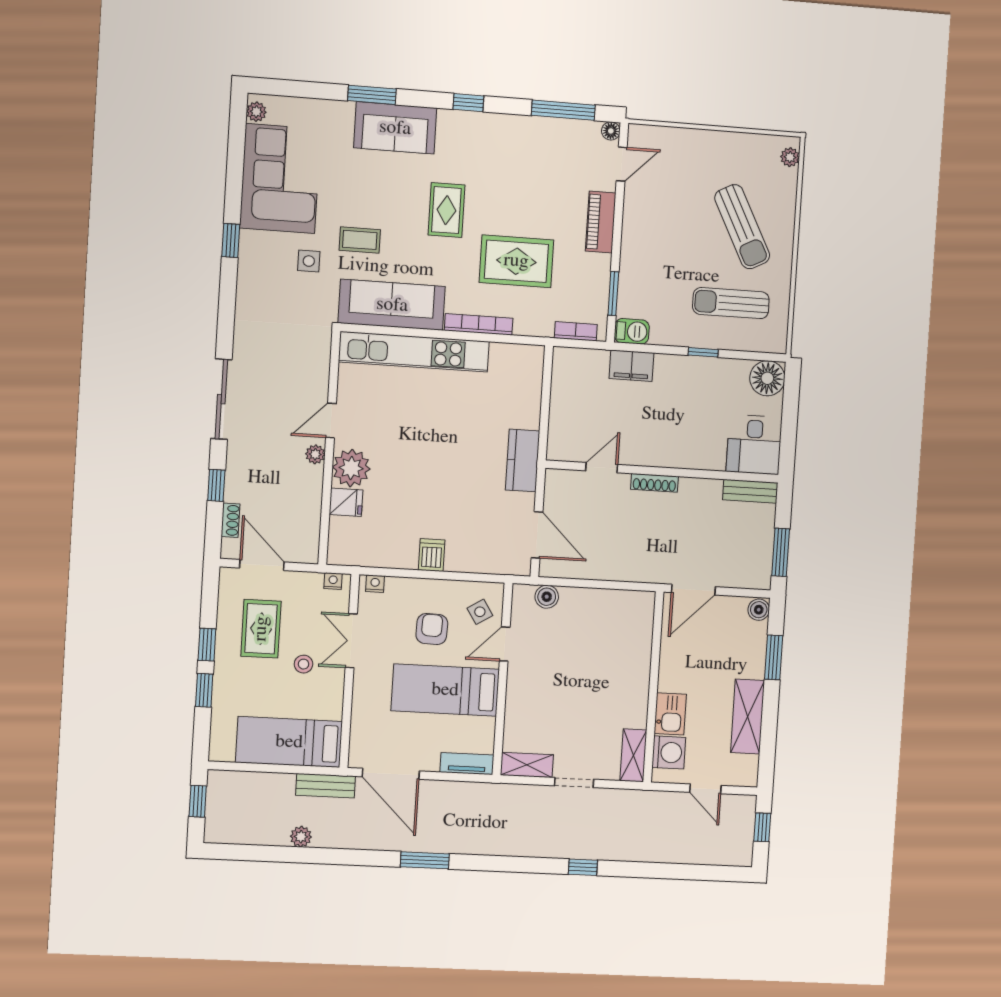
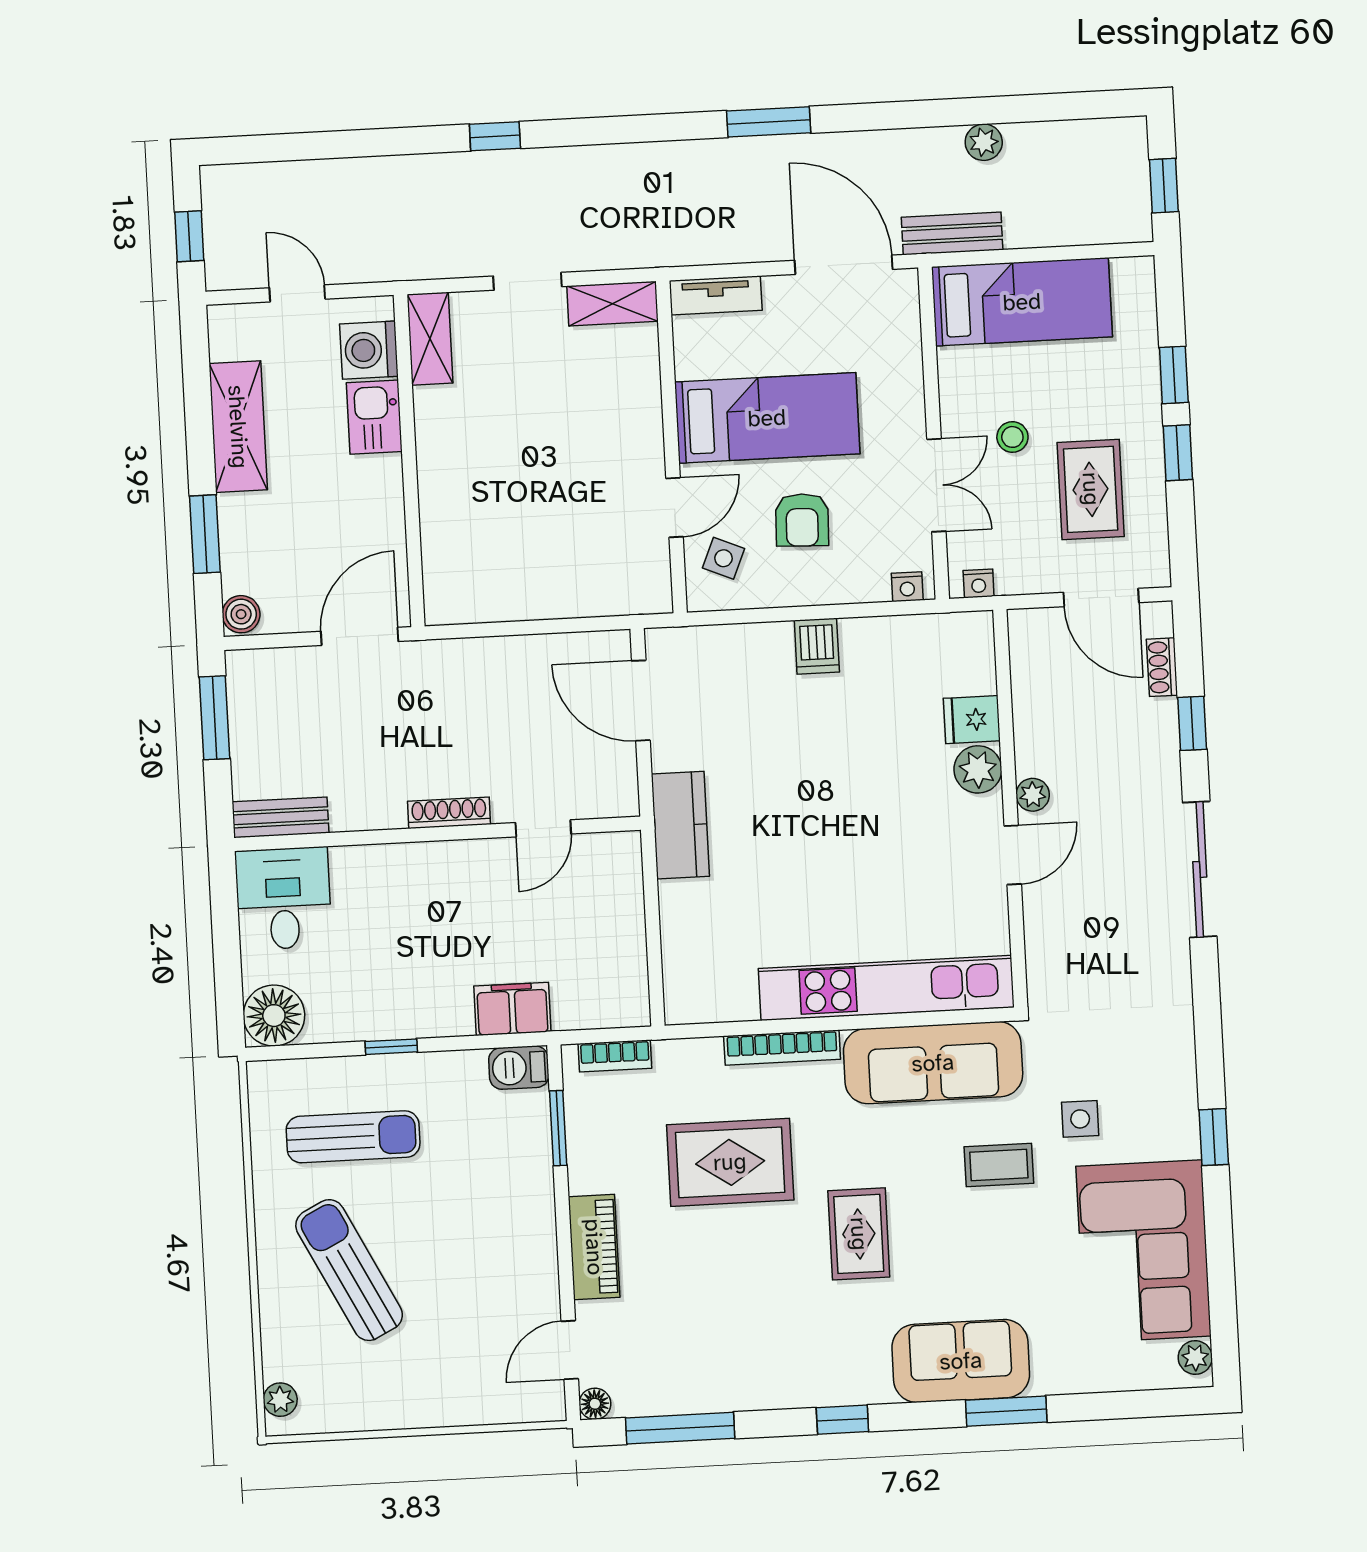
plant: (351, 468) -> (978, 769), width x0.73, depth x0.73
boiler: (547, 597) -> (612, 597), removed
side table: (480, 612) -> (723, 558), turned -35

